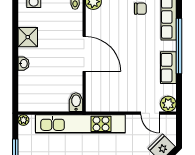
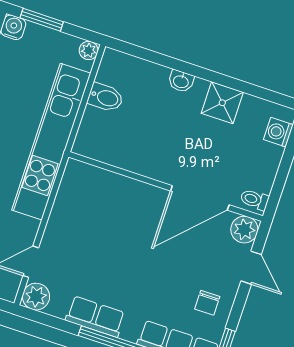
door: (84, 54) -> (200, 198), moved
bidet: (76, 102) -> (105, 97), moved

